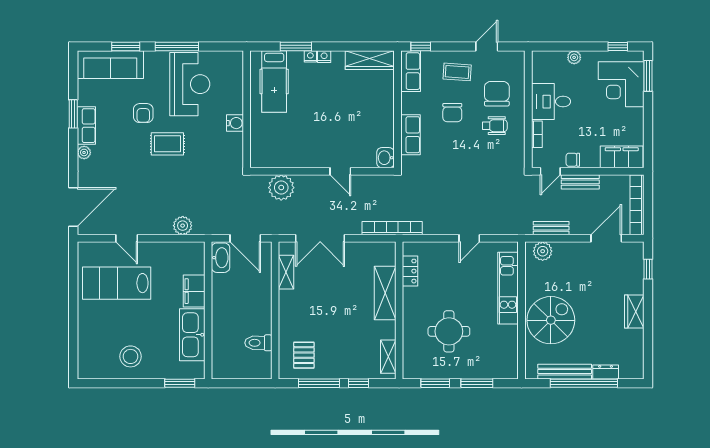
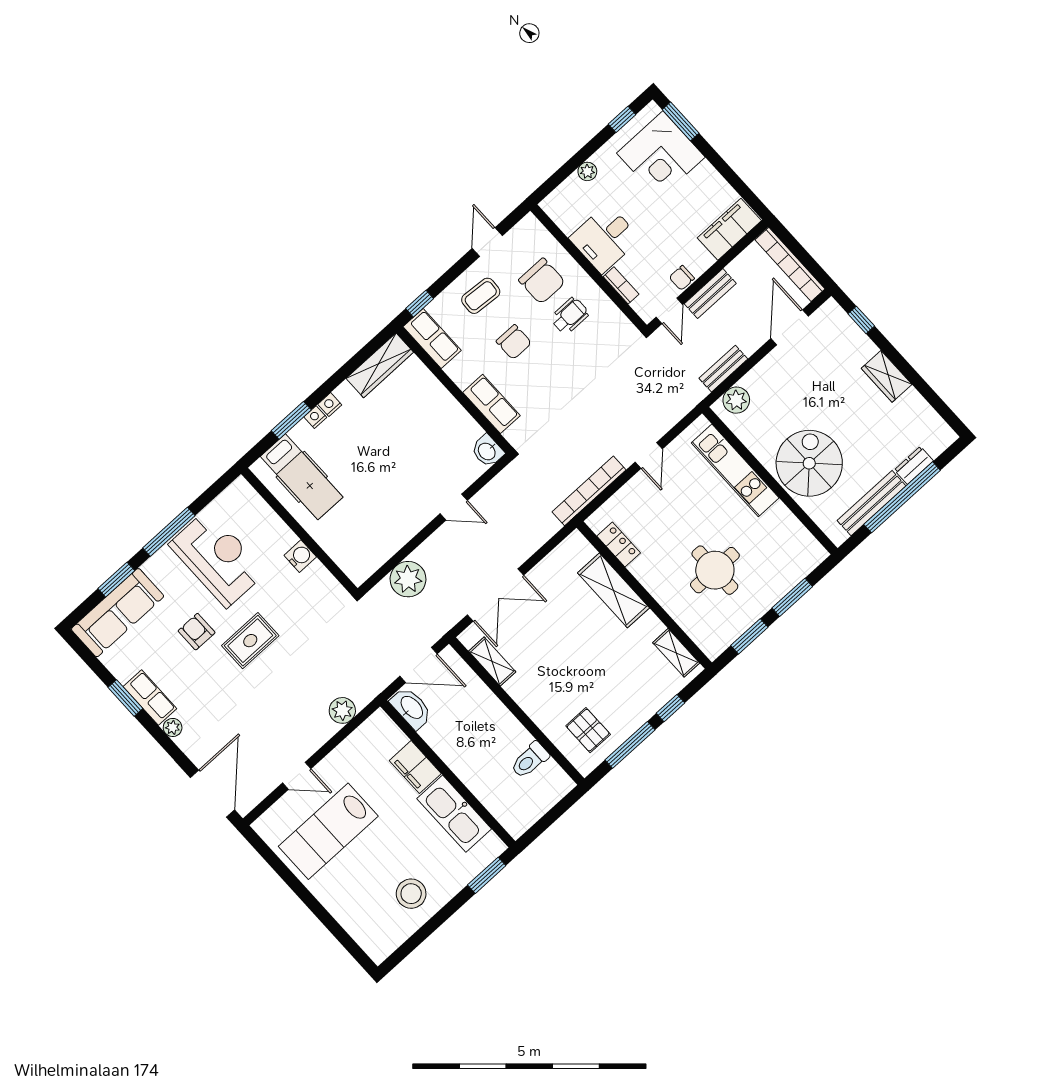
chair: (497, 94) -> (542, 281), turned 180
armchair: (143, 113) -> (197, 632), turned 180
bookcase: (392, 228) -> (589, 491), moved

